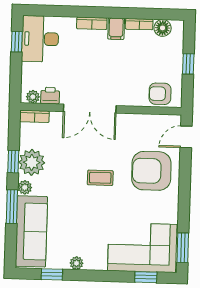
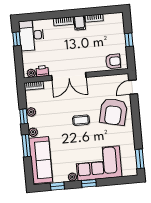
floor lamp: (163, 28) -> (109, 19), removed
armchair: (160, 94) -> (113, 61), turned 180
plant: (32, 162) -> (31, 112), width x0.53, depth x0.53
armchair: (151, 171) -> (113, 112), turned -77
corner sofa: (142, 248) -> (99, 163), moved
window: (146, 277) -> (89, 183), moved

